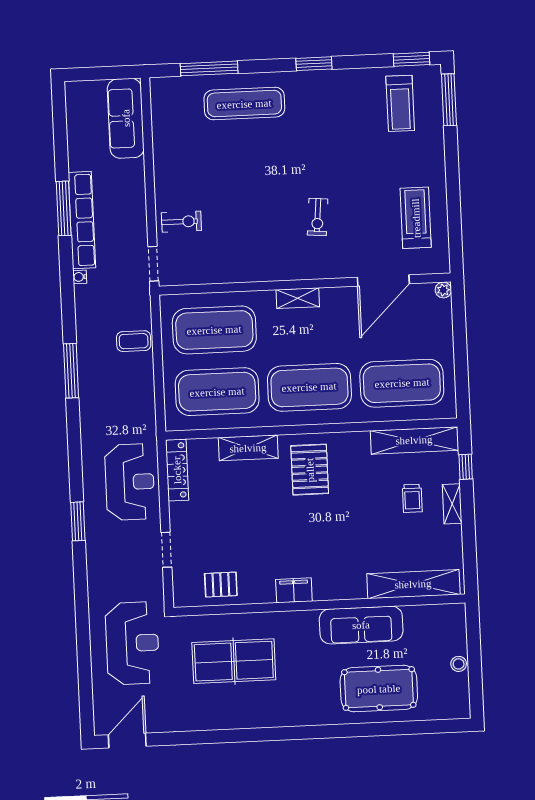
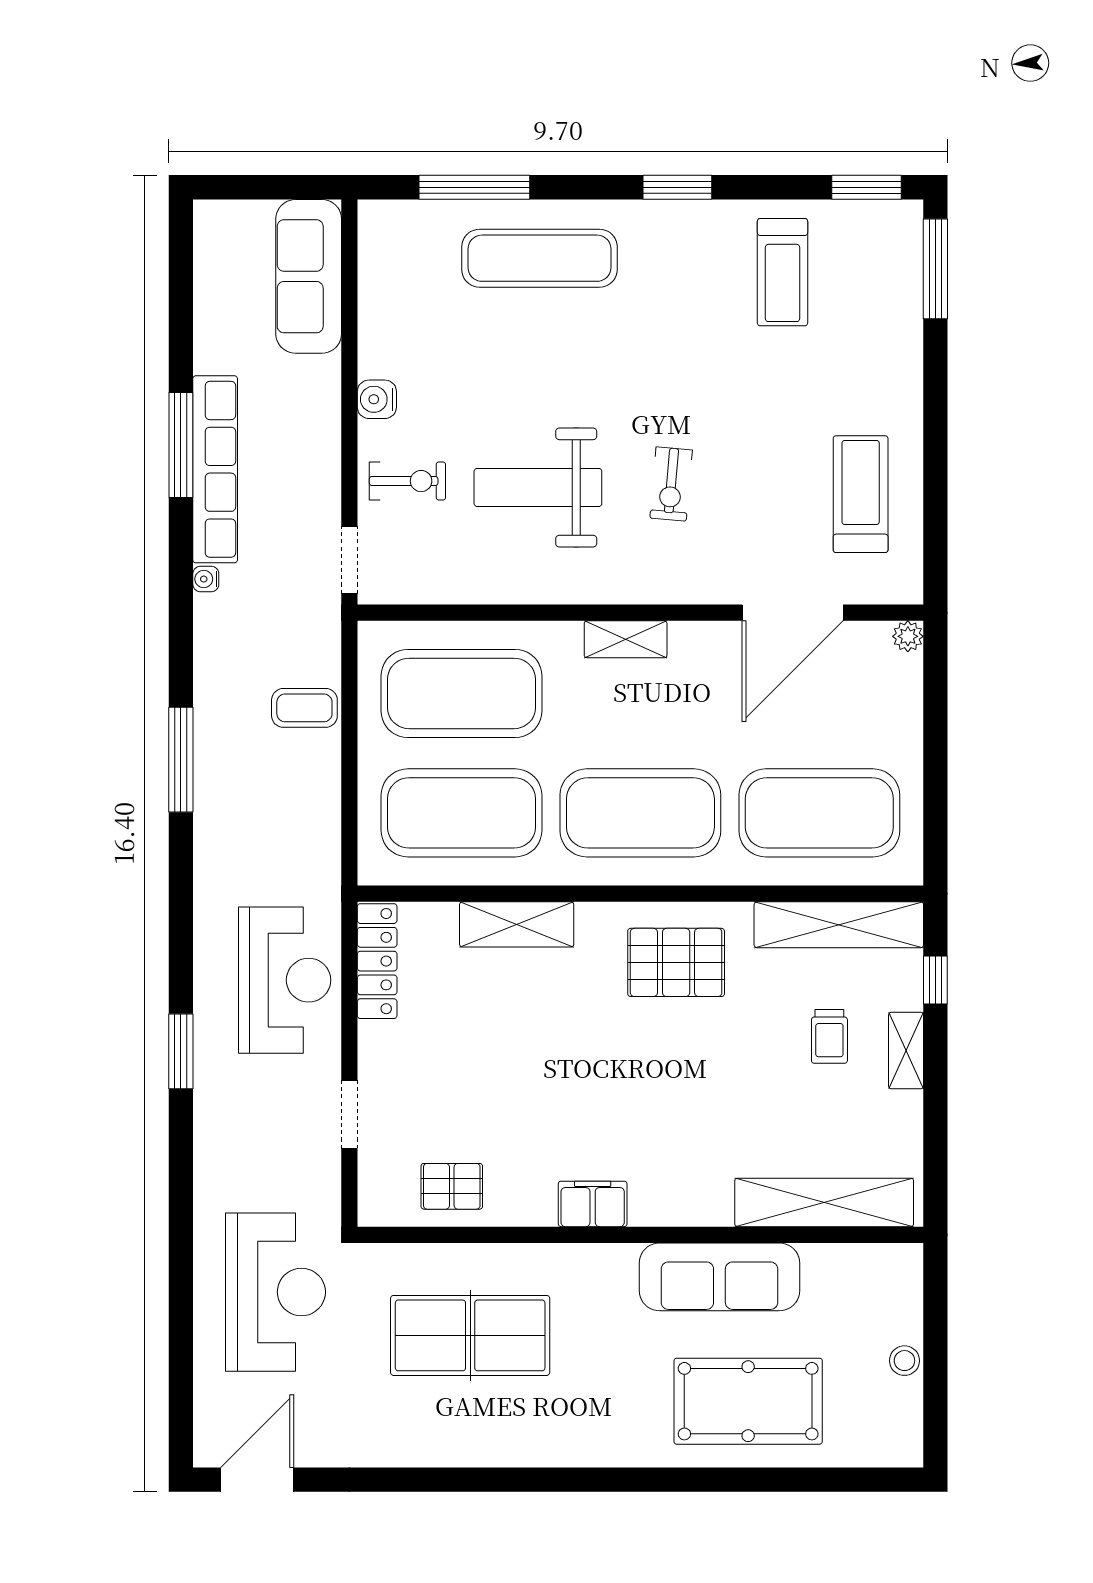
treadmill: (400, 103) -> (782, 272), moved
water cooler: (164, 180) -> (377, 399), added
weight bench: (249, 222) -> (538, 487), added
pallet: (310, 470) -> (676, 962), moved, turned 90

